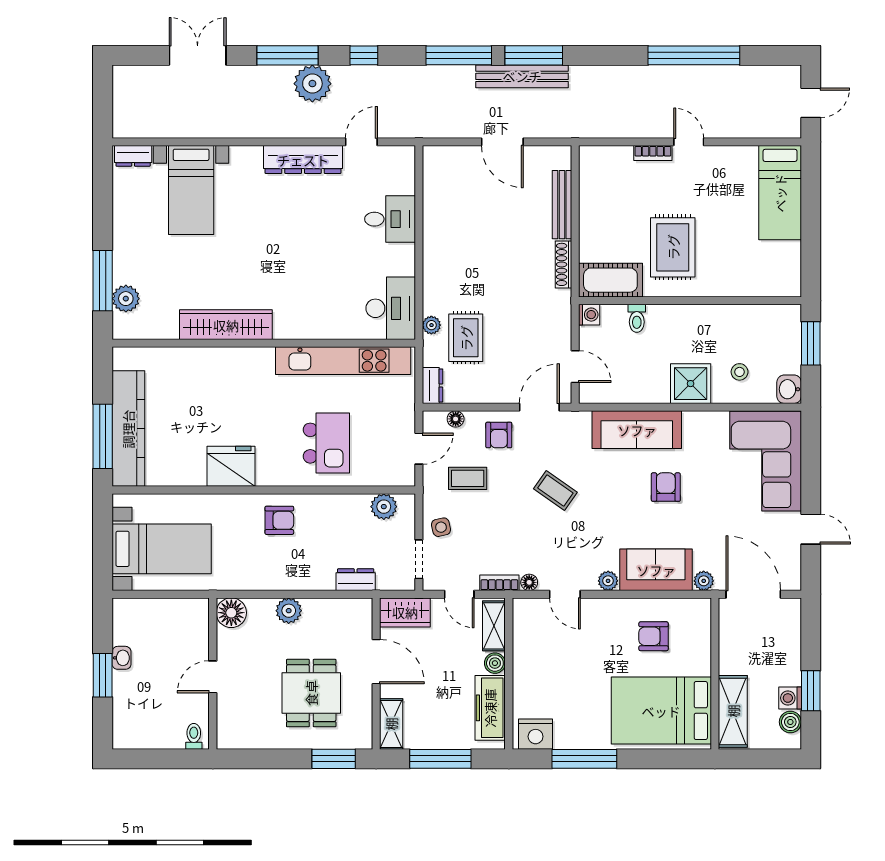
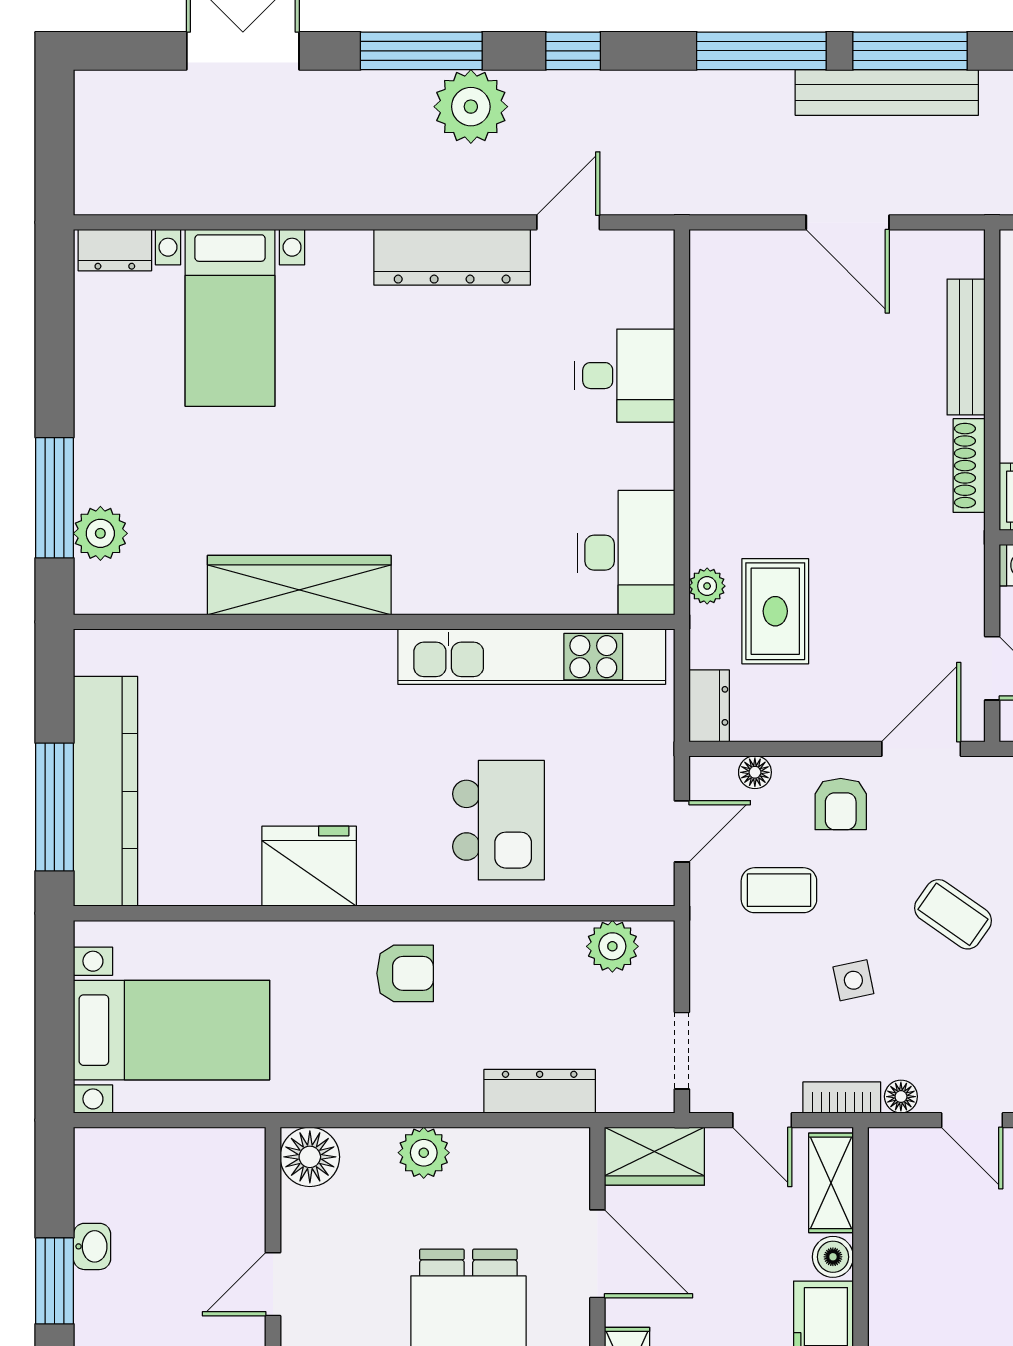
side table: (441, 527) -> (853, 980), moved
dresser: (356, 580) -> (540, 1091), width x1.44

